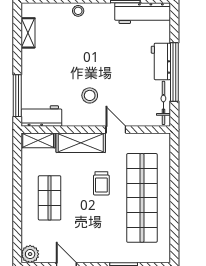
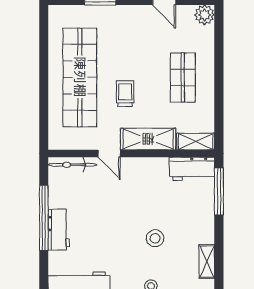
stool: (90, 95) -> (155, 238), moved
bicycle: (163, 103) -> (72, 165), moved, turned 90

